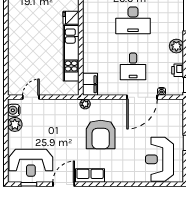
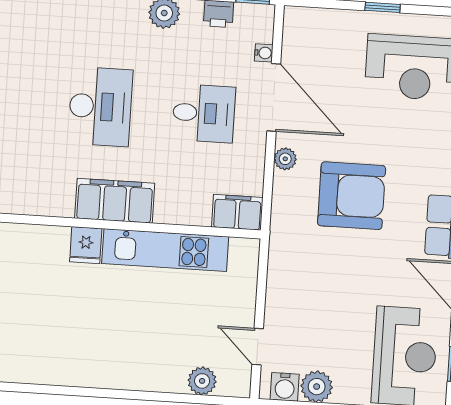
filing cabinet: (92, 29) -> (115, 201), added
plant: (14, 73) -> (202, 381), added
plant: (85, 104) -> (285, 159), moved

